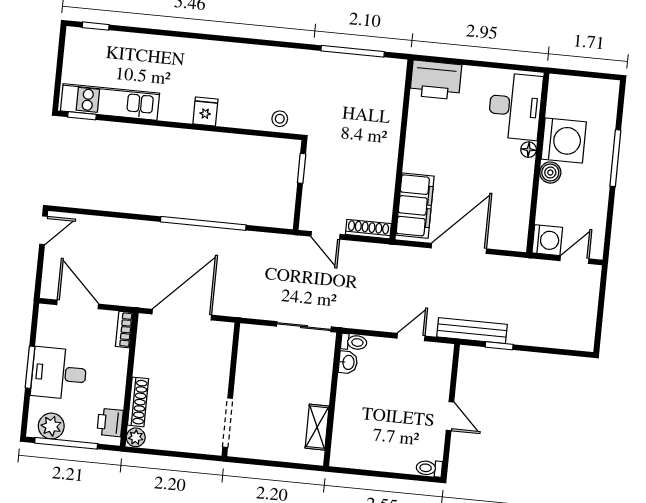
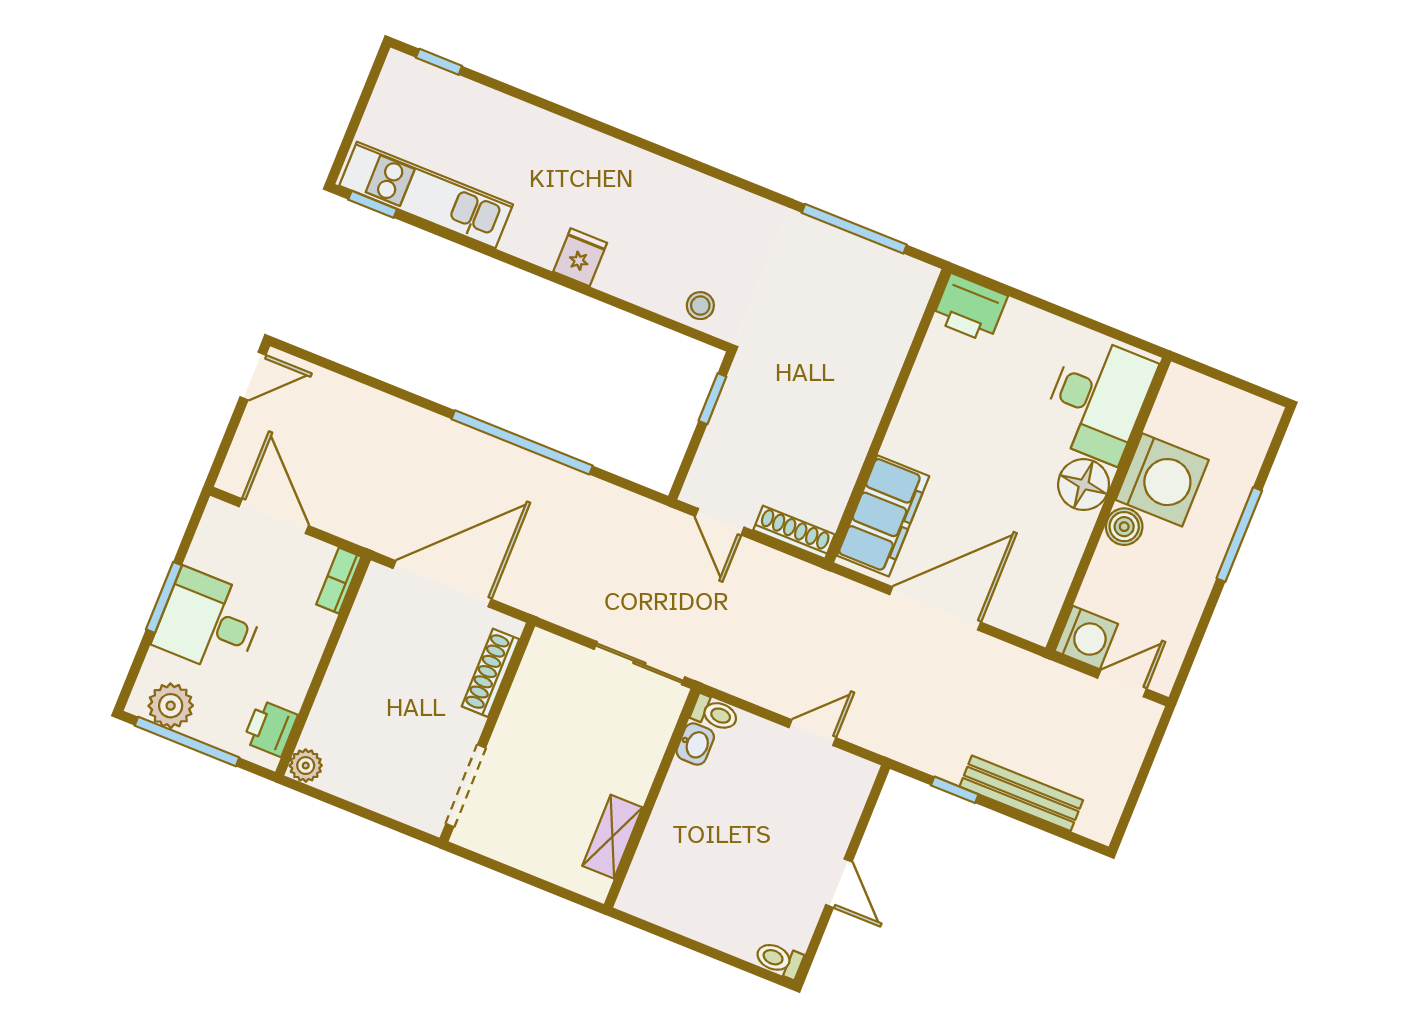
printer: (436, 80) -> (970, 308), width x0.73, depth x0.84
floor lamp: (529, 150) -> (1084, 485), width x1.89, depth x1.89
bench: (472, 331) -> (1021, 793), moved
shoe rack: (138, 402) -> (491, 673), moved, turned 180

